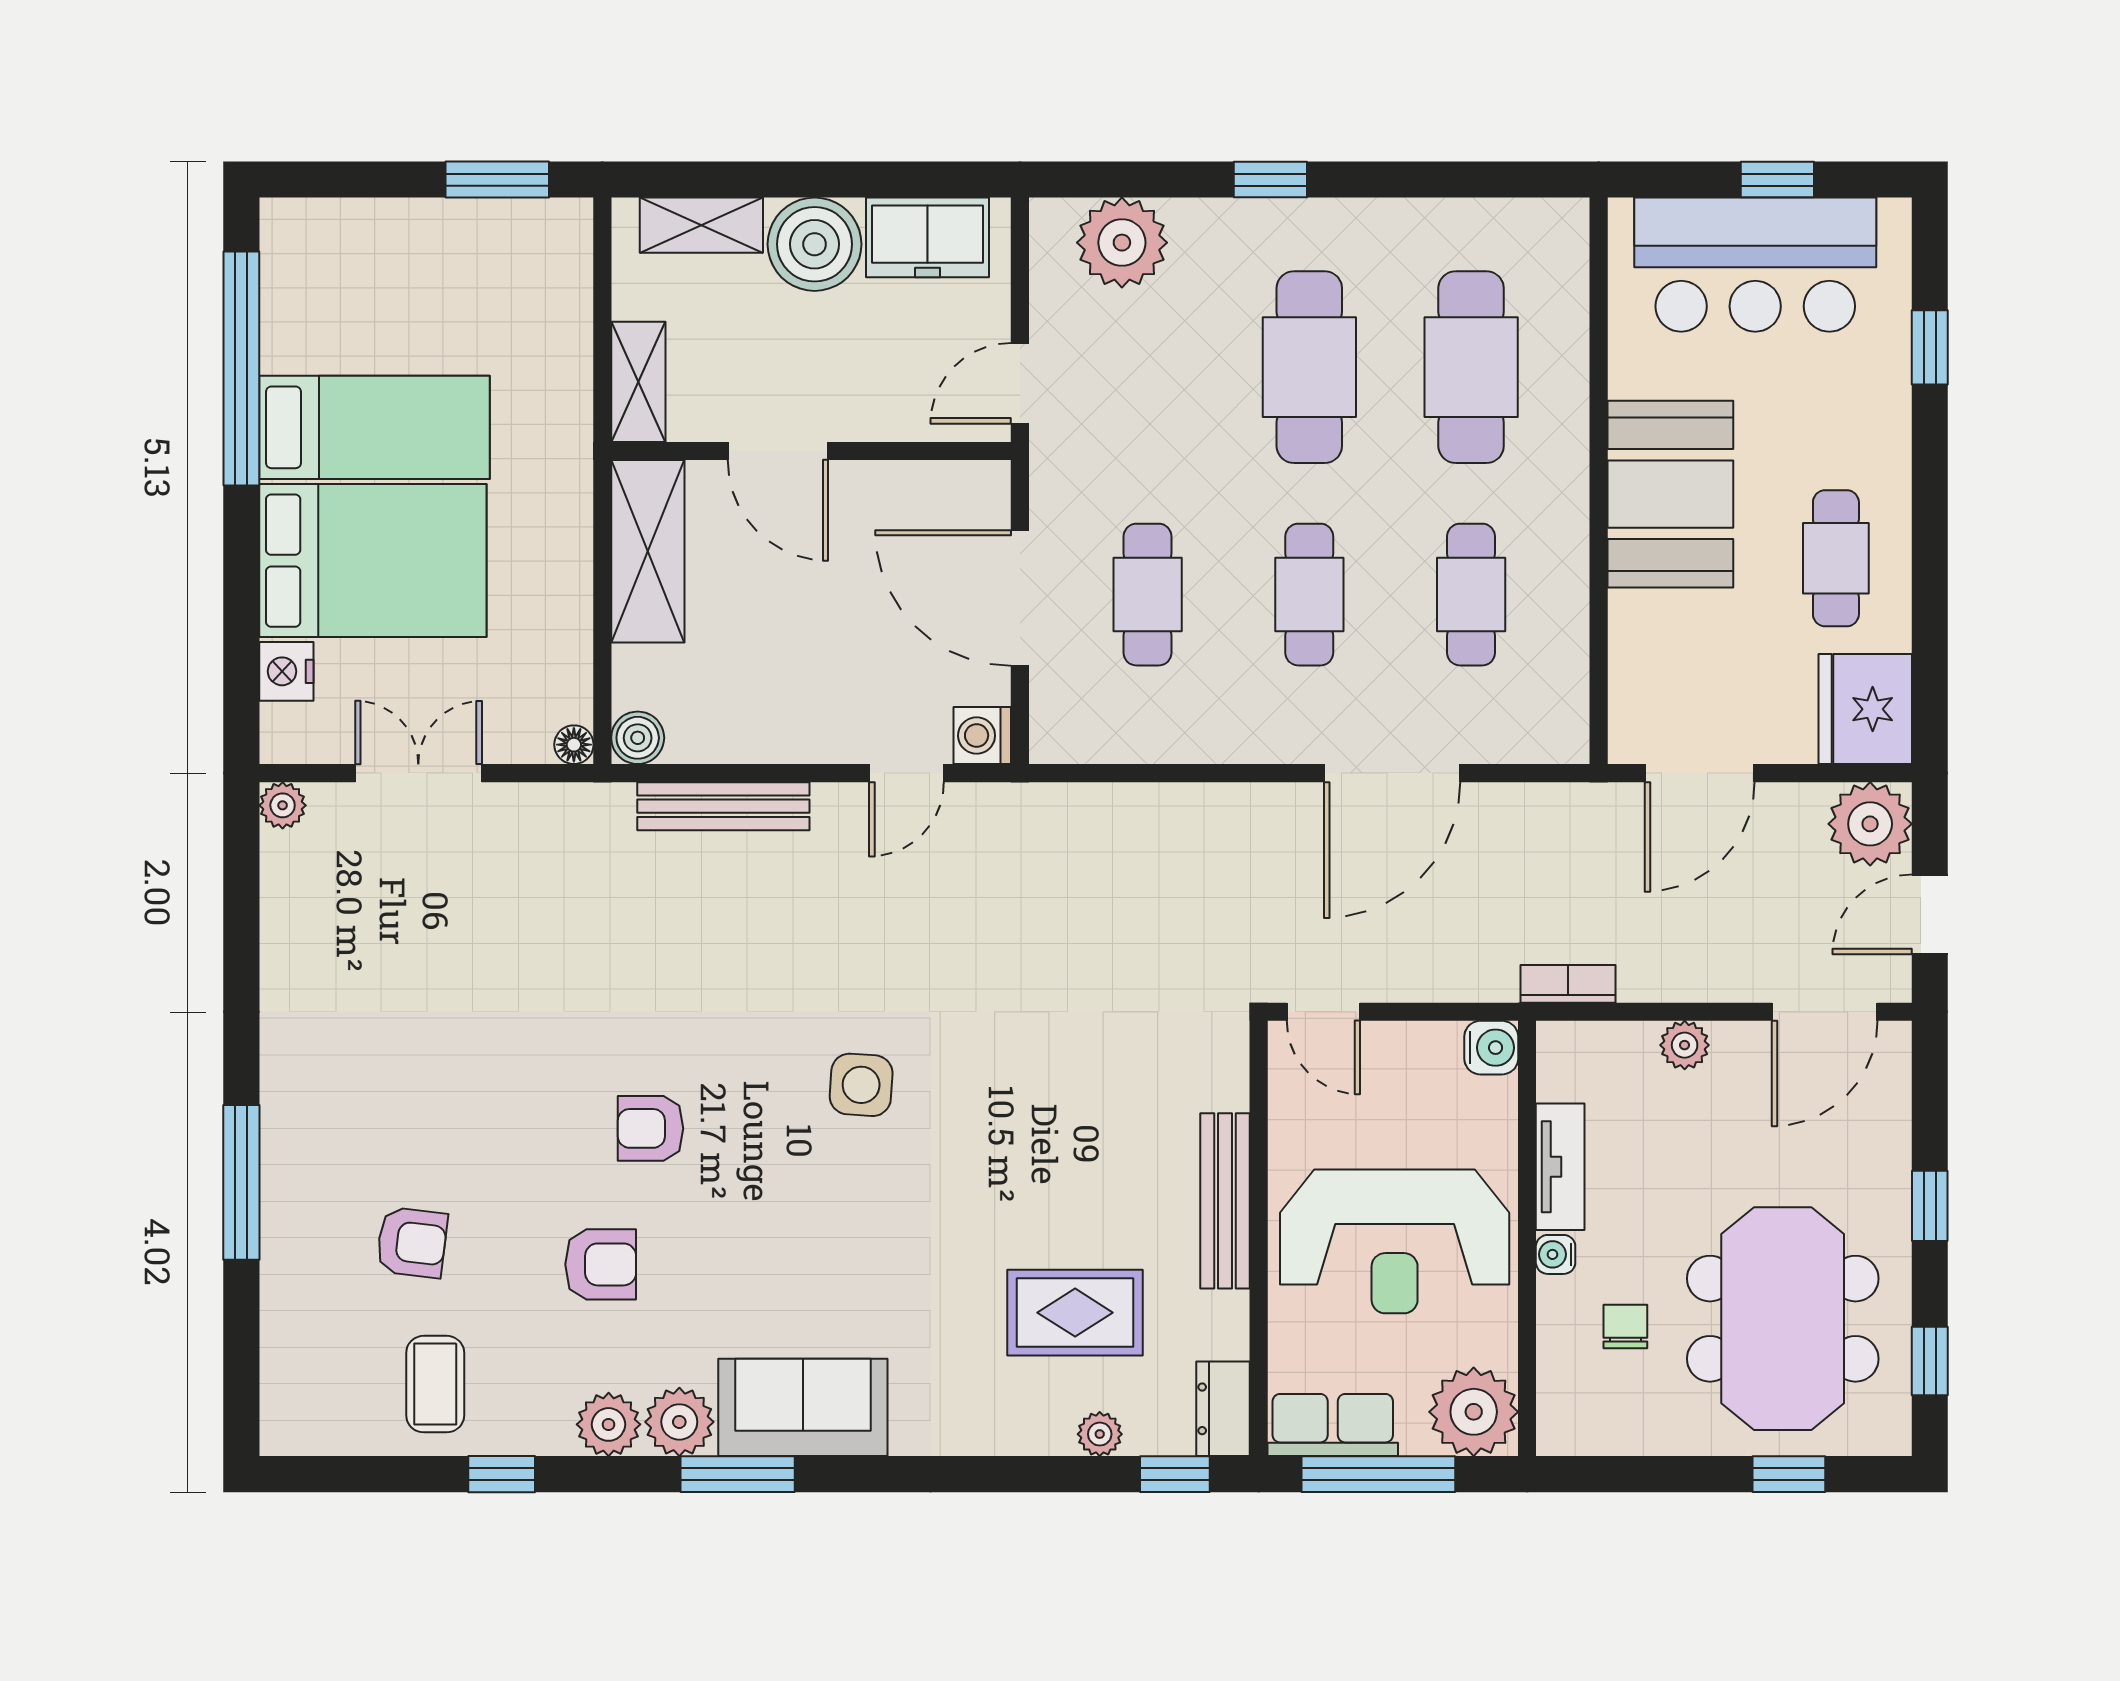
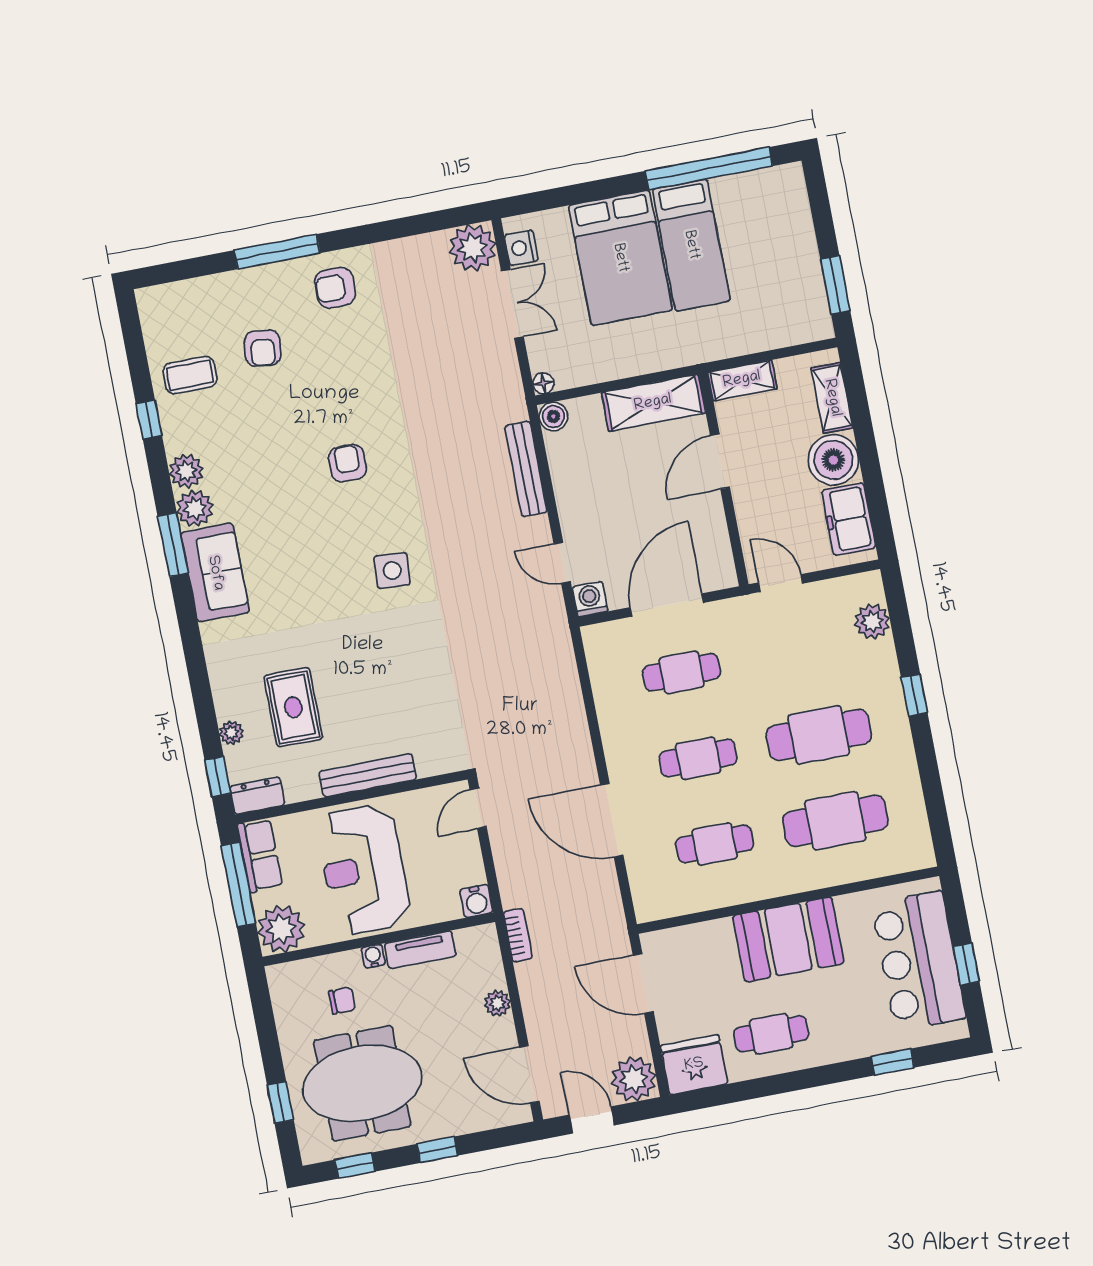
plant: (1122, 243) -> (872, 622), width x0.73, depth x0.73
nightstand: (286, 671) -> (521, 248), moved, turned -90
plant: (283, 805) -> (473, 248), width x1.88, depth x1.88
armchair: (601, 1264) -> (335, 288), moved, turned 90

